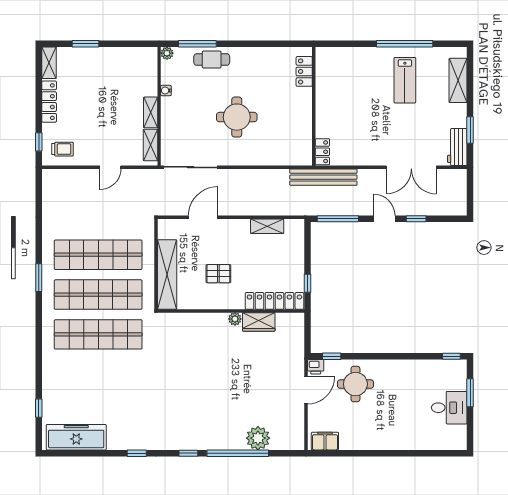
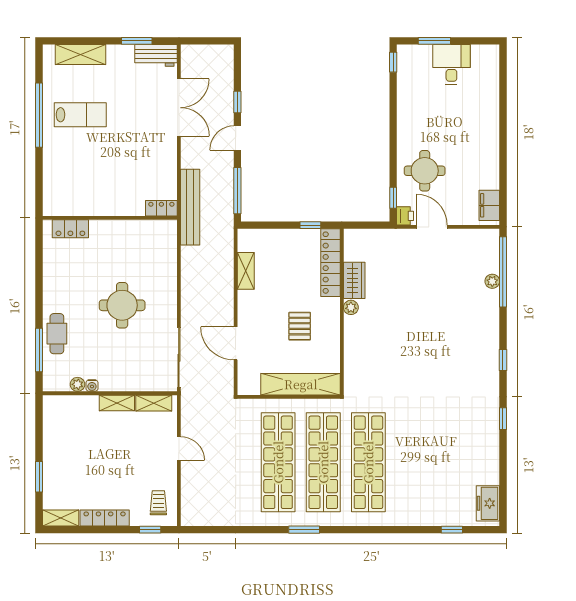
plant: (167, 53) -> (77, 384), moved
freezer: (76, 437) -> (488, 503), width x0.52, depth x0.79
plant: (258, 438) -> (492, 281), width x0.53, depth x0.53
window: (238, 453) -> (503, 272), moved

